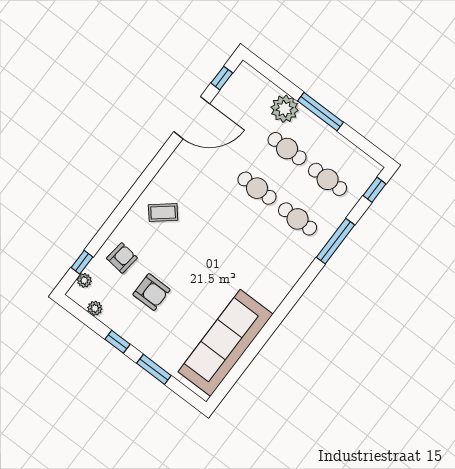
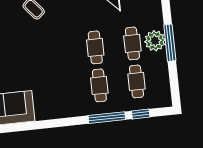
plant: (285, 109) -> (155, 41), moved
window: (375, 190) -> (141, 114), moved

